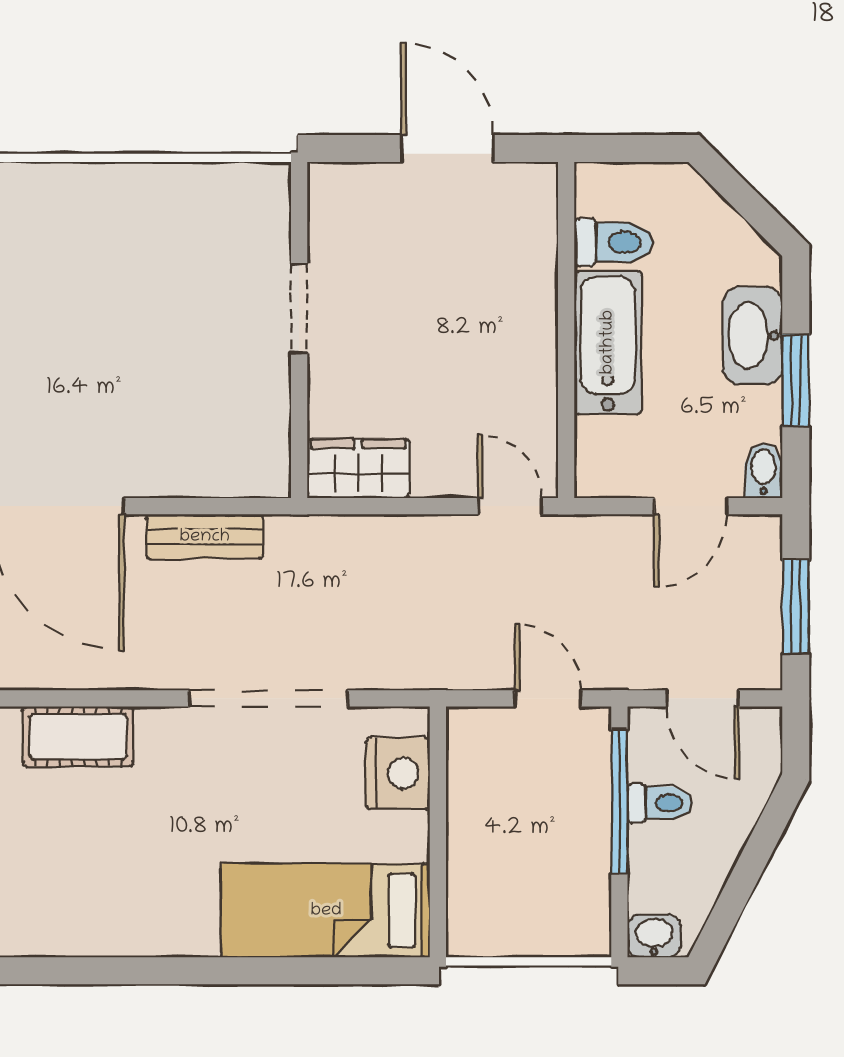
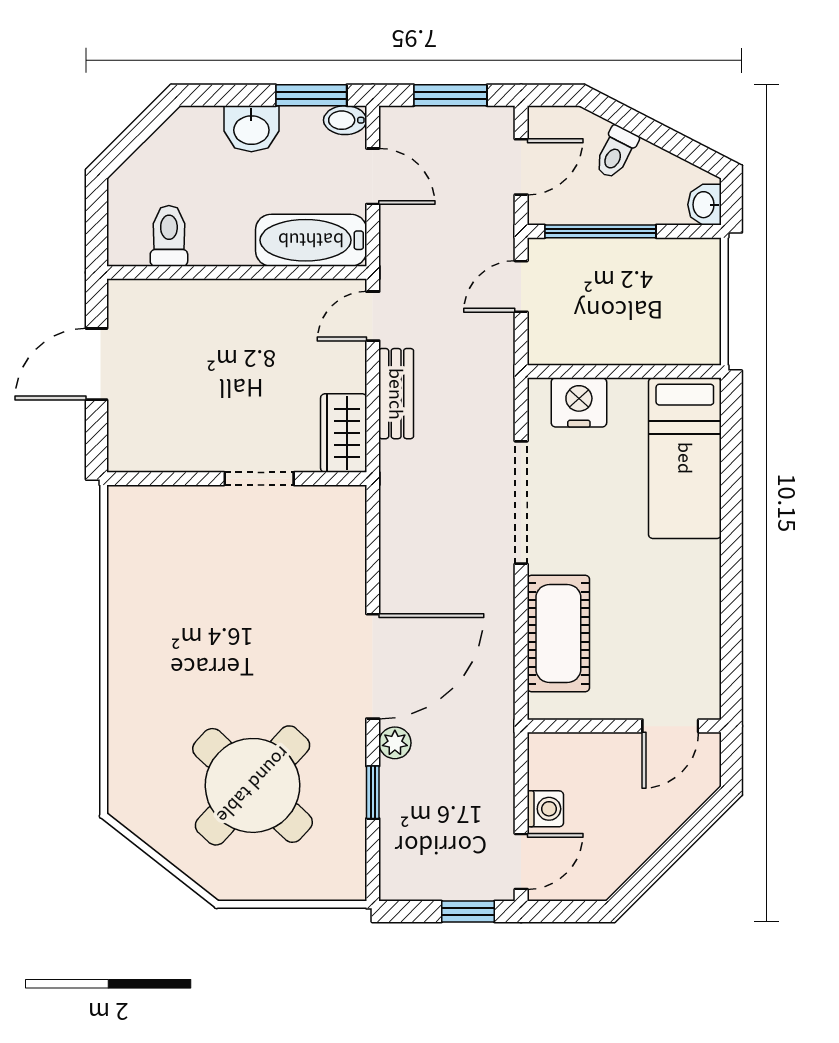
doorway: (299, 308) -> (259, 479), moved
washbasin: (752, 335) -> (251, 129), width x0.72
bathtub: (608, 342) -> (311, 240), moved
window: (796, 380) -> (311, 95), moved
bench: (205, 537) -> (396, 394), moved
cot: (78, 737) -> (558, 633), width x1.37, depth x1.34
toilet: (660, 803) -> (616, 152), moved, turned -153

